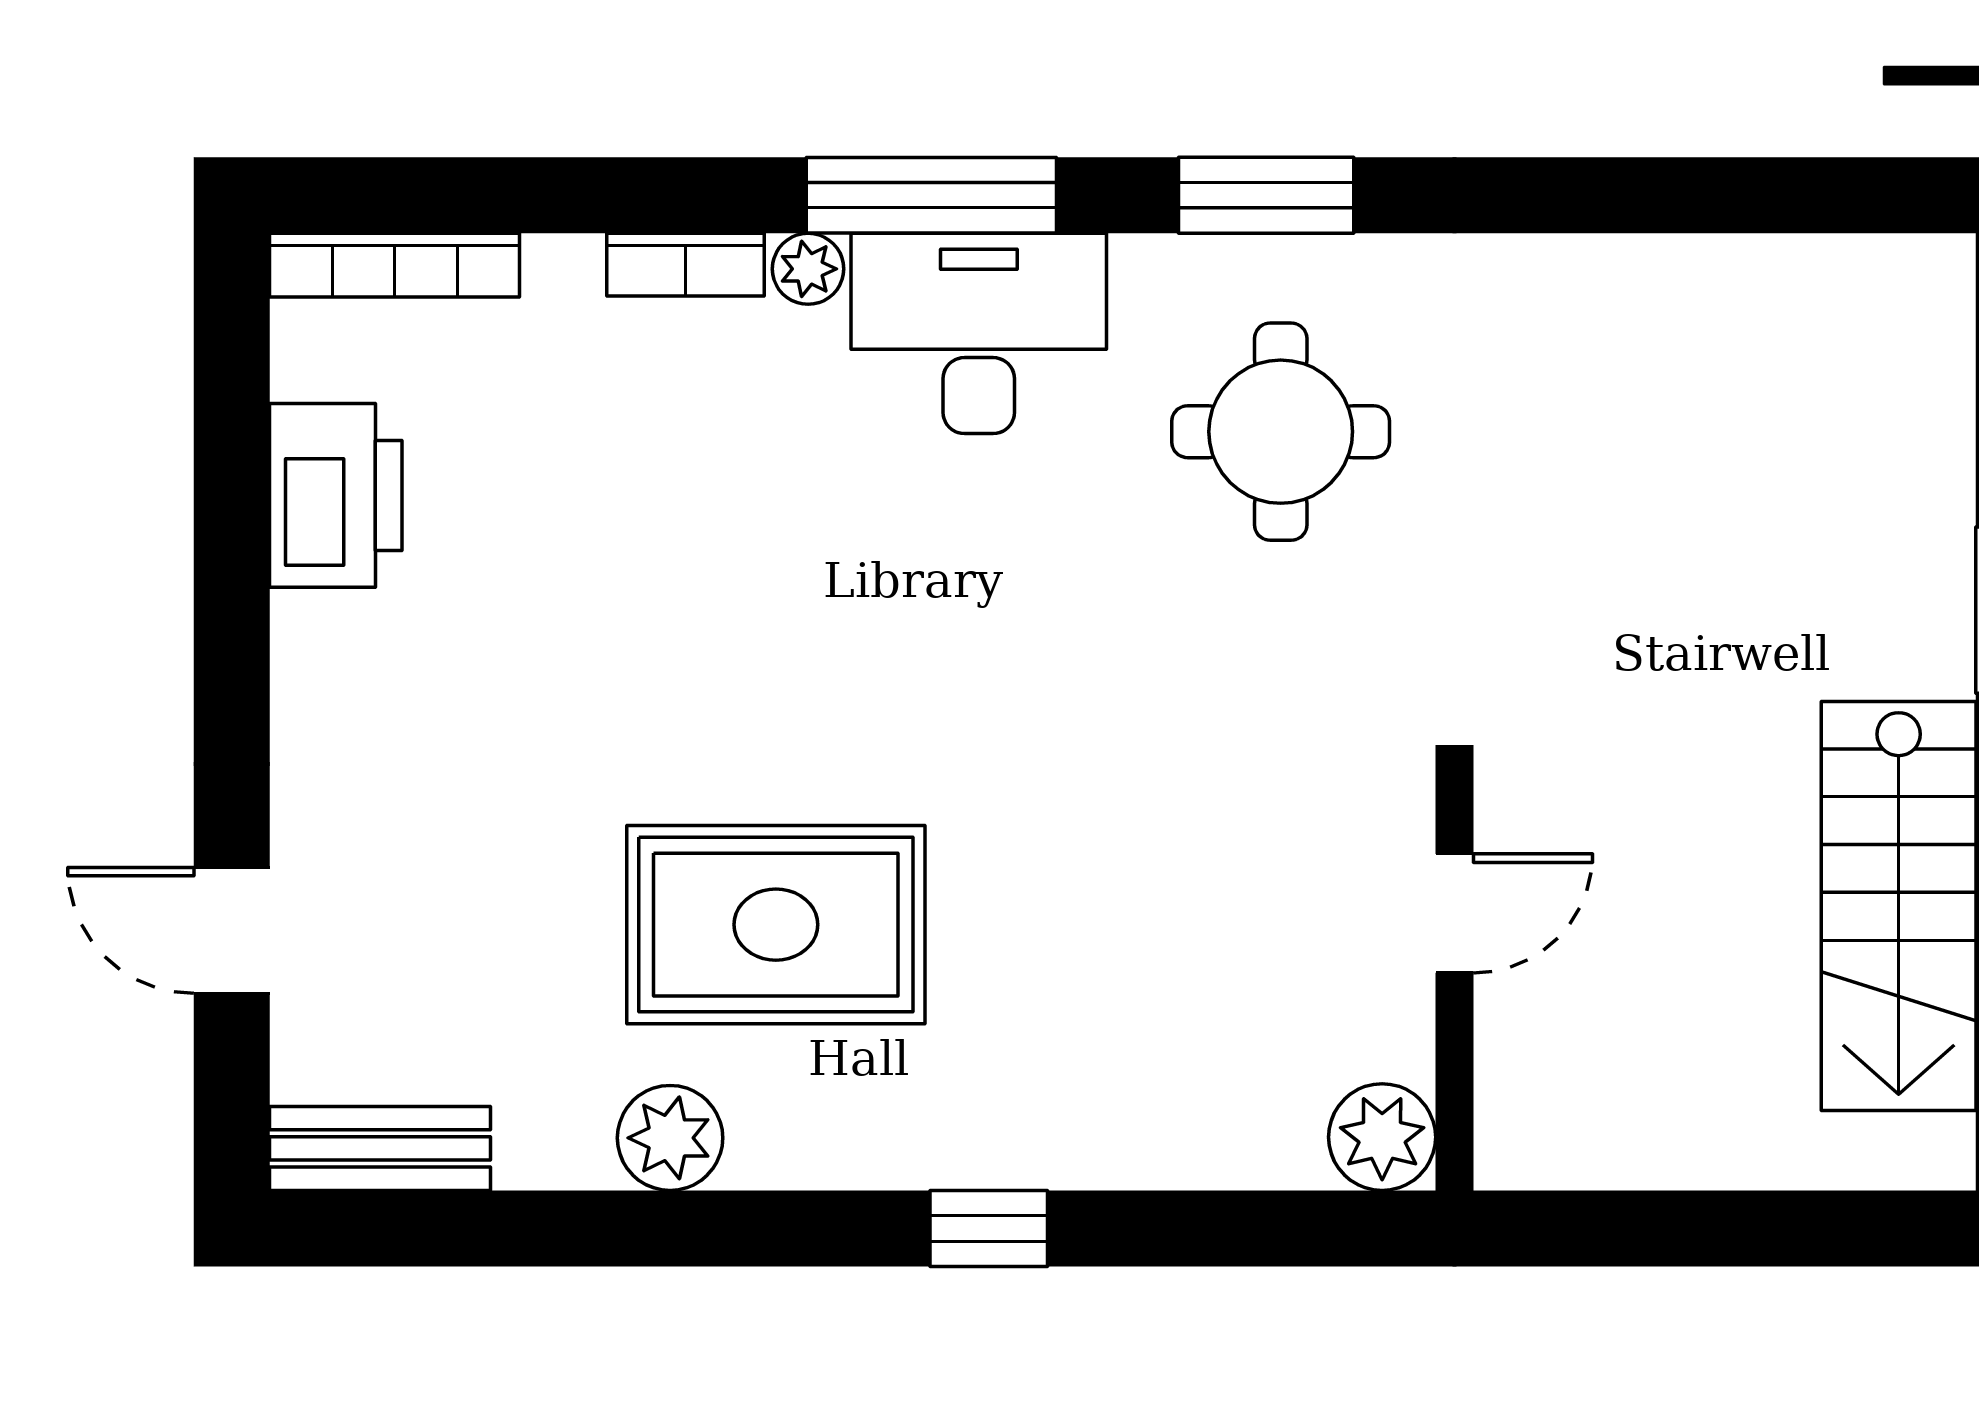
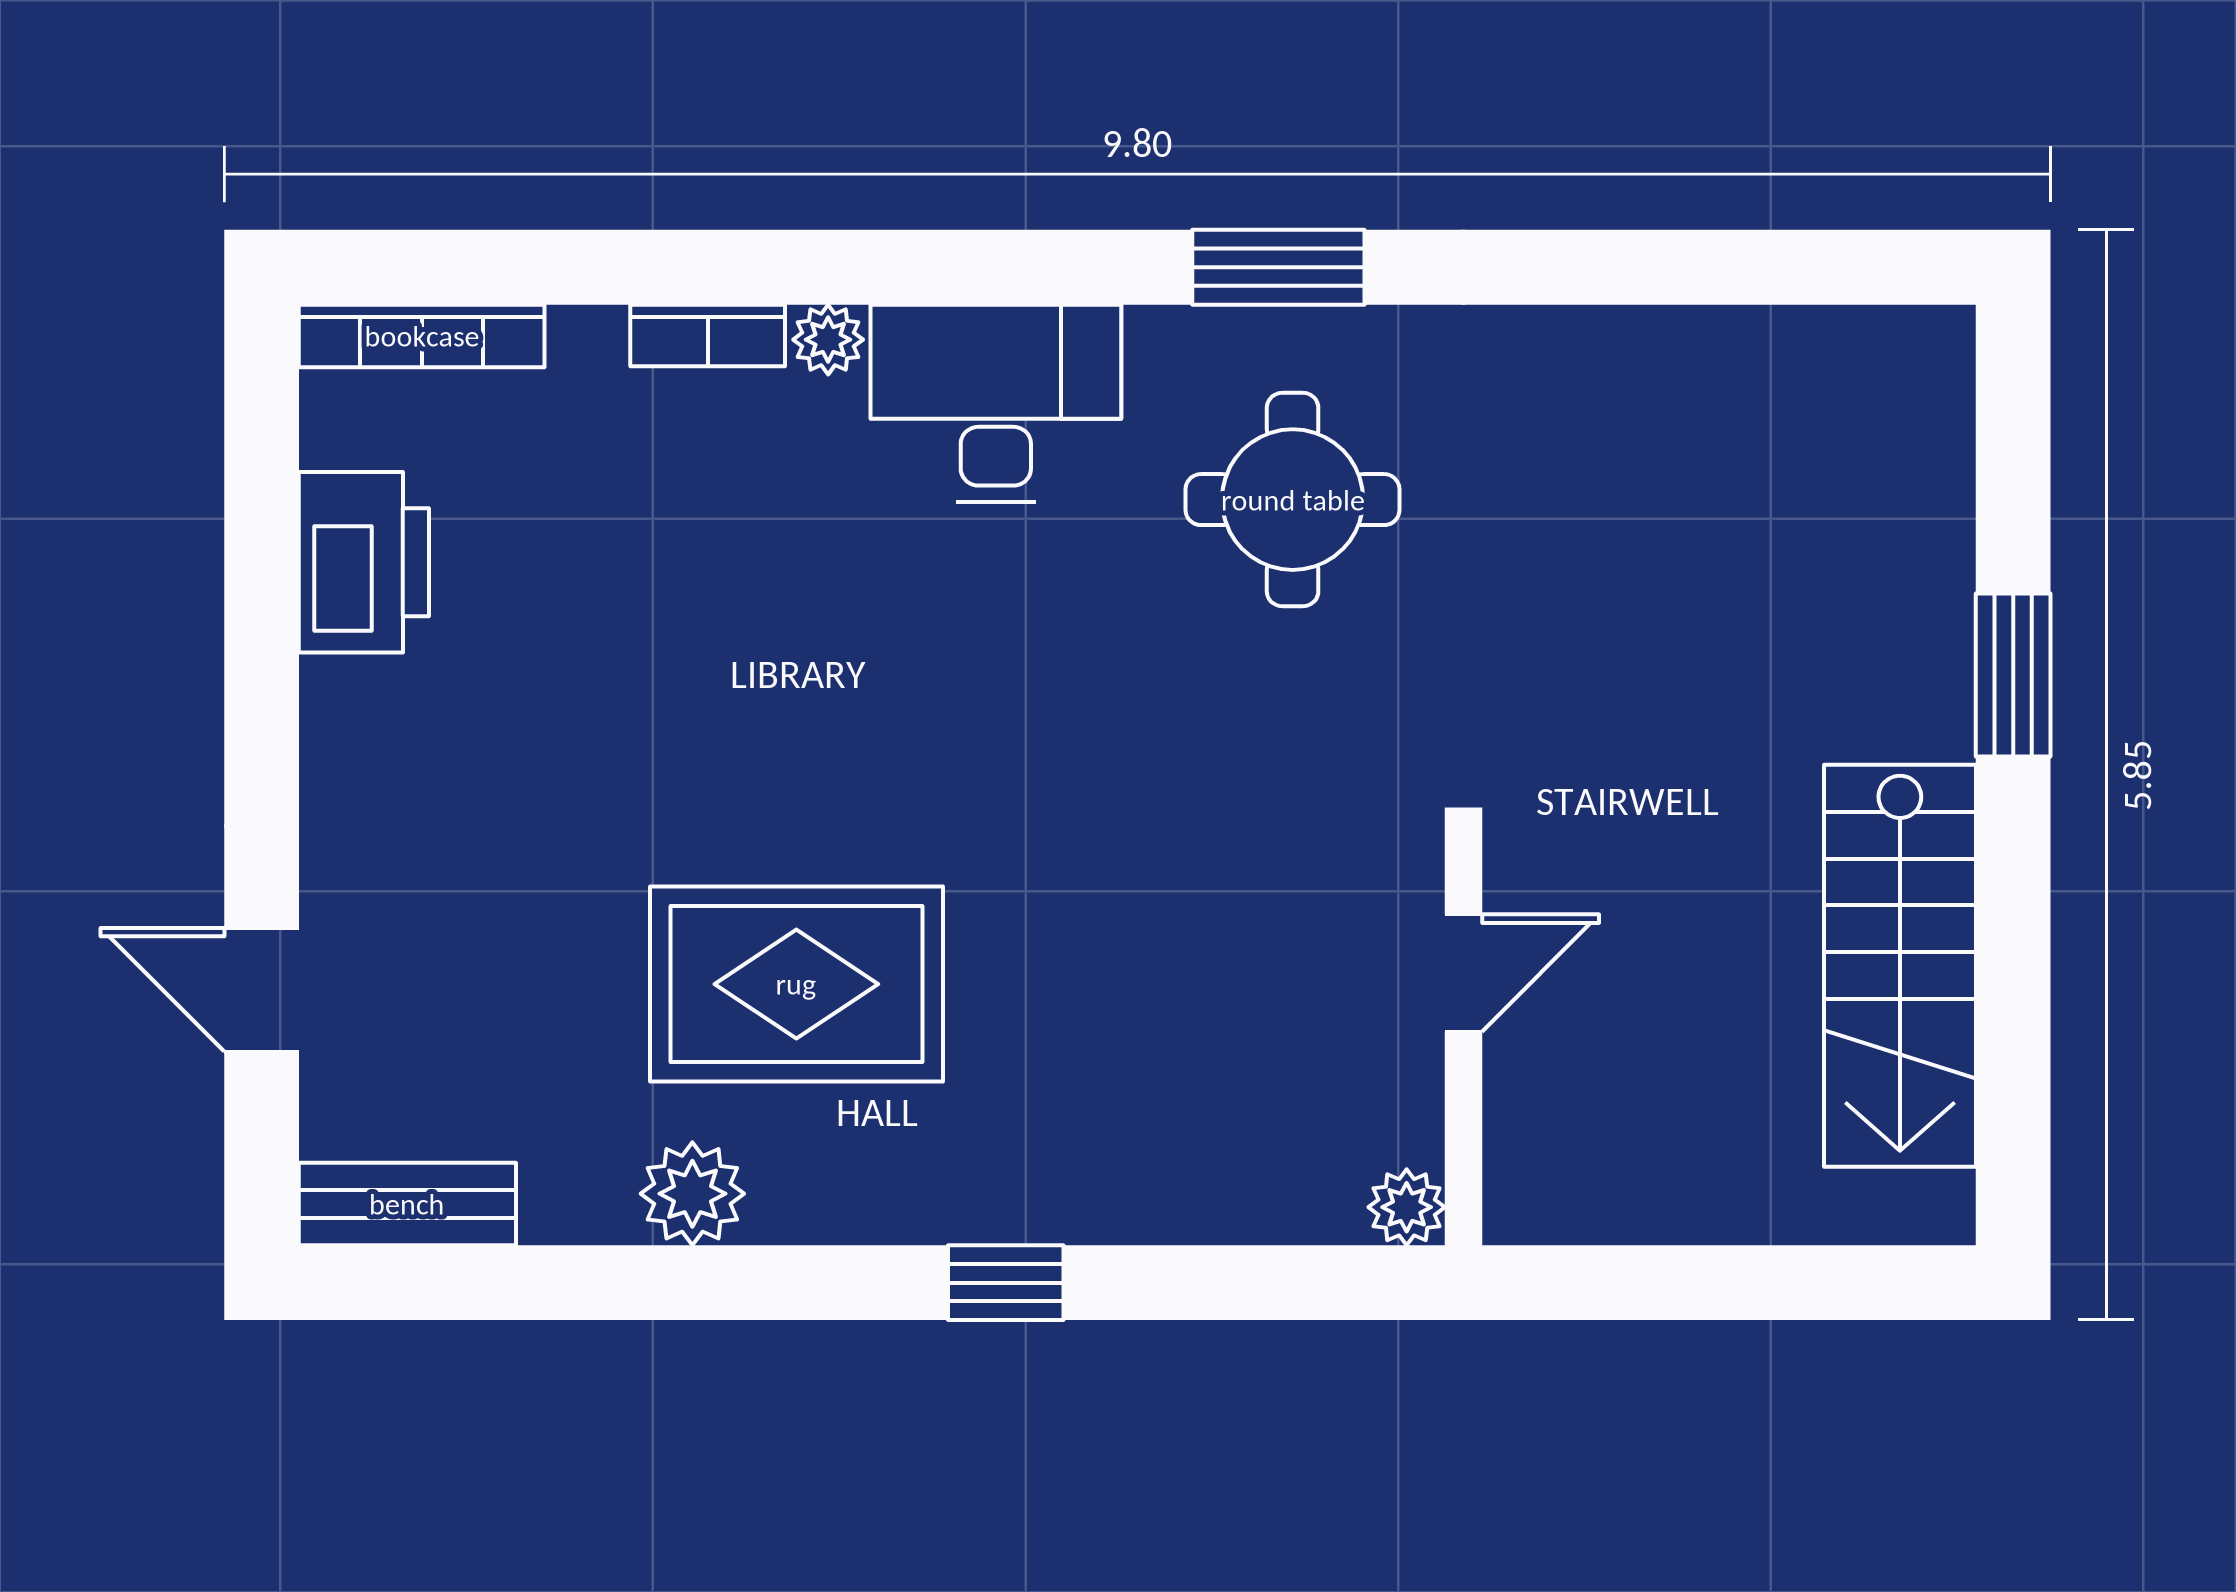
window: (931, 195) -> (949, 267), removed
plant: (1382, 1137) -> (1407, 1207), width x0.73, depth x0.73

